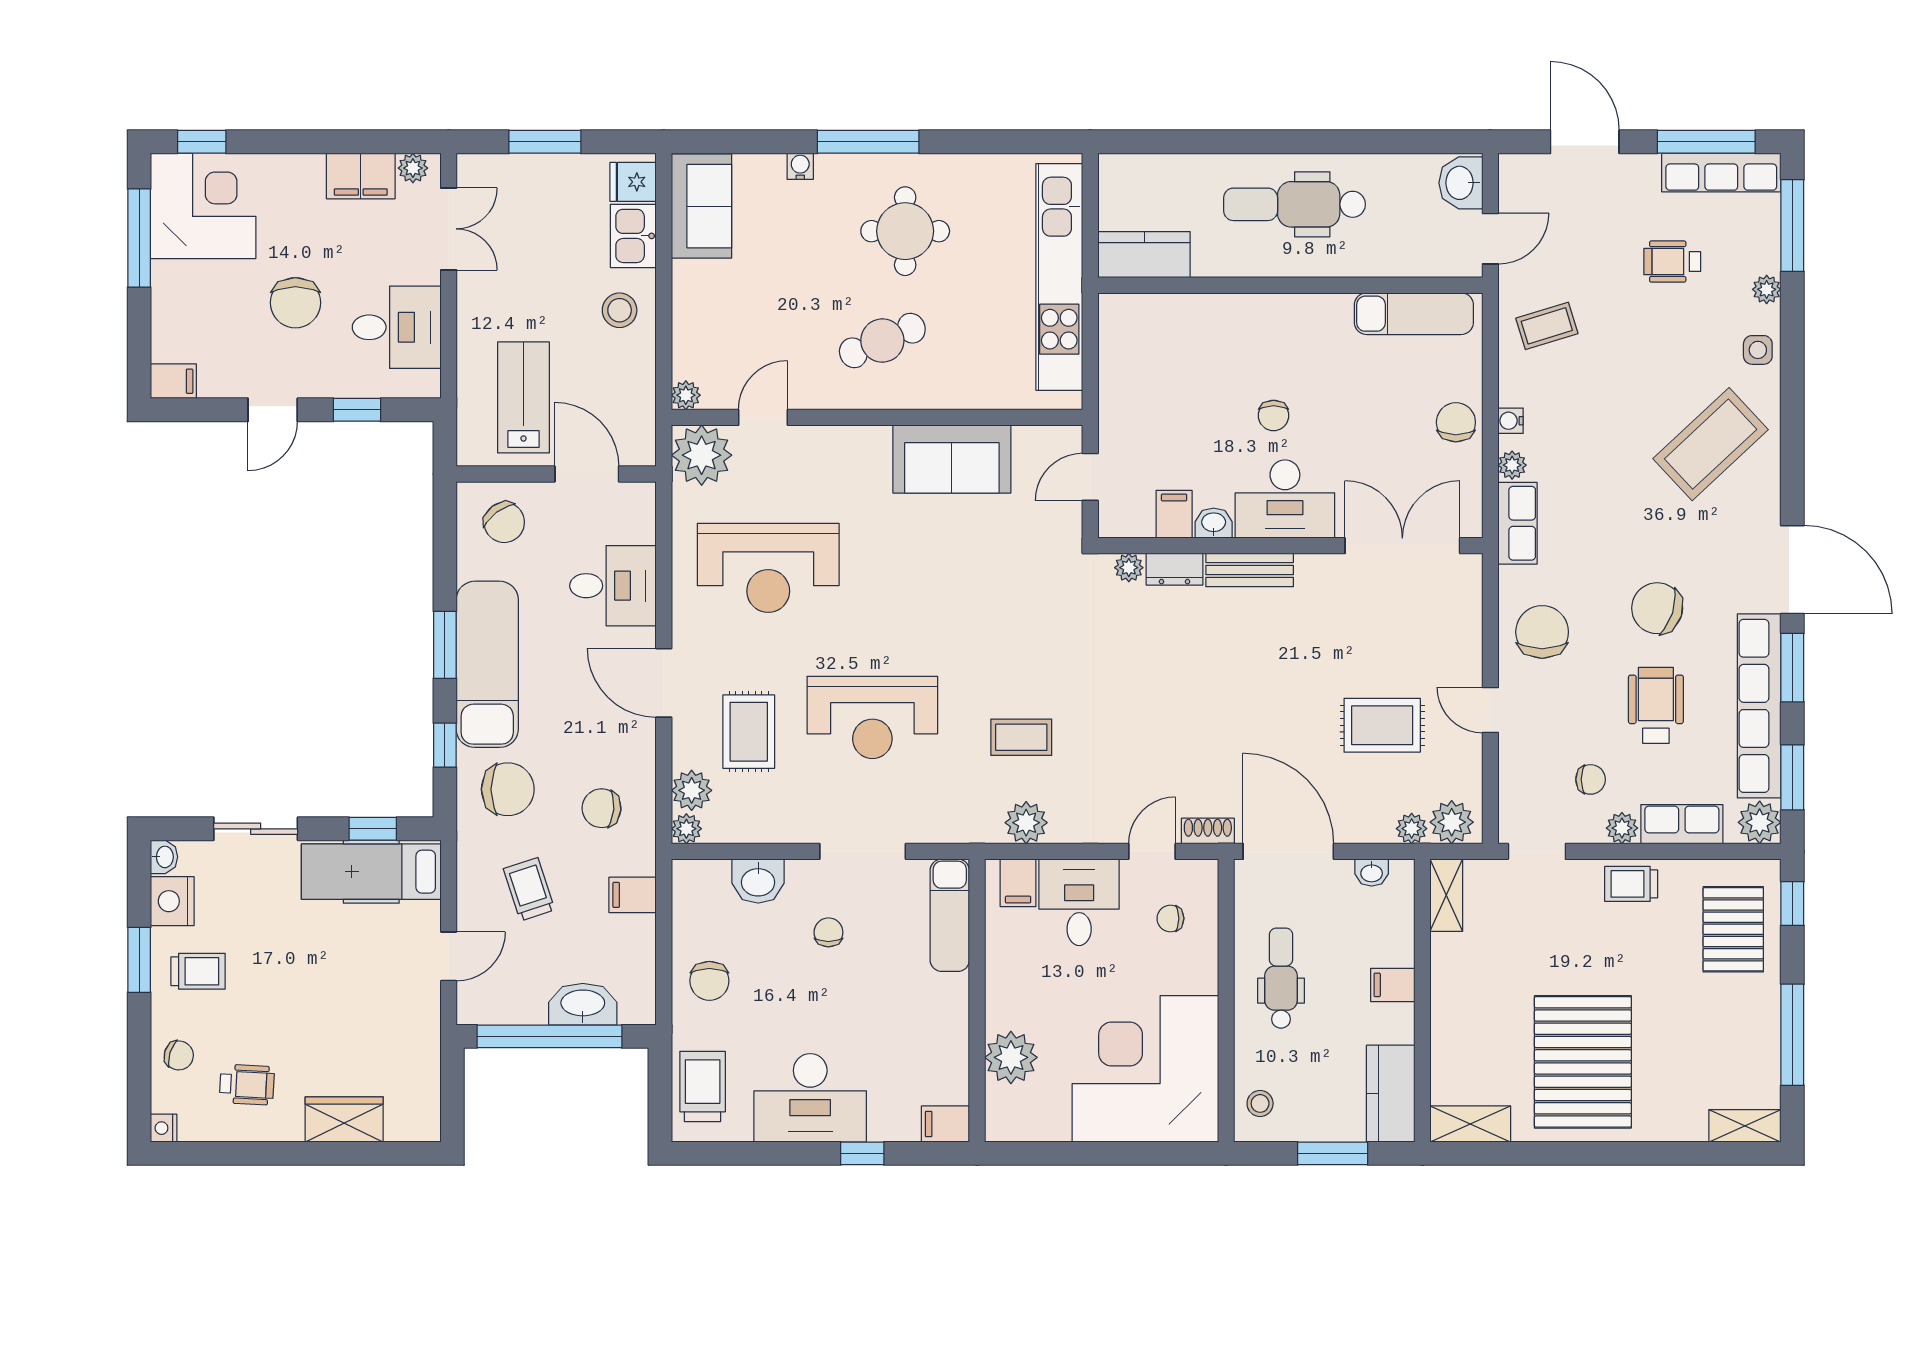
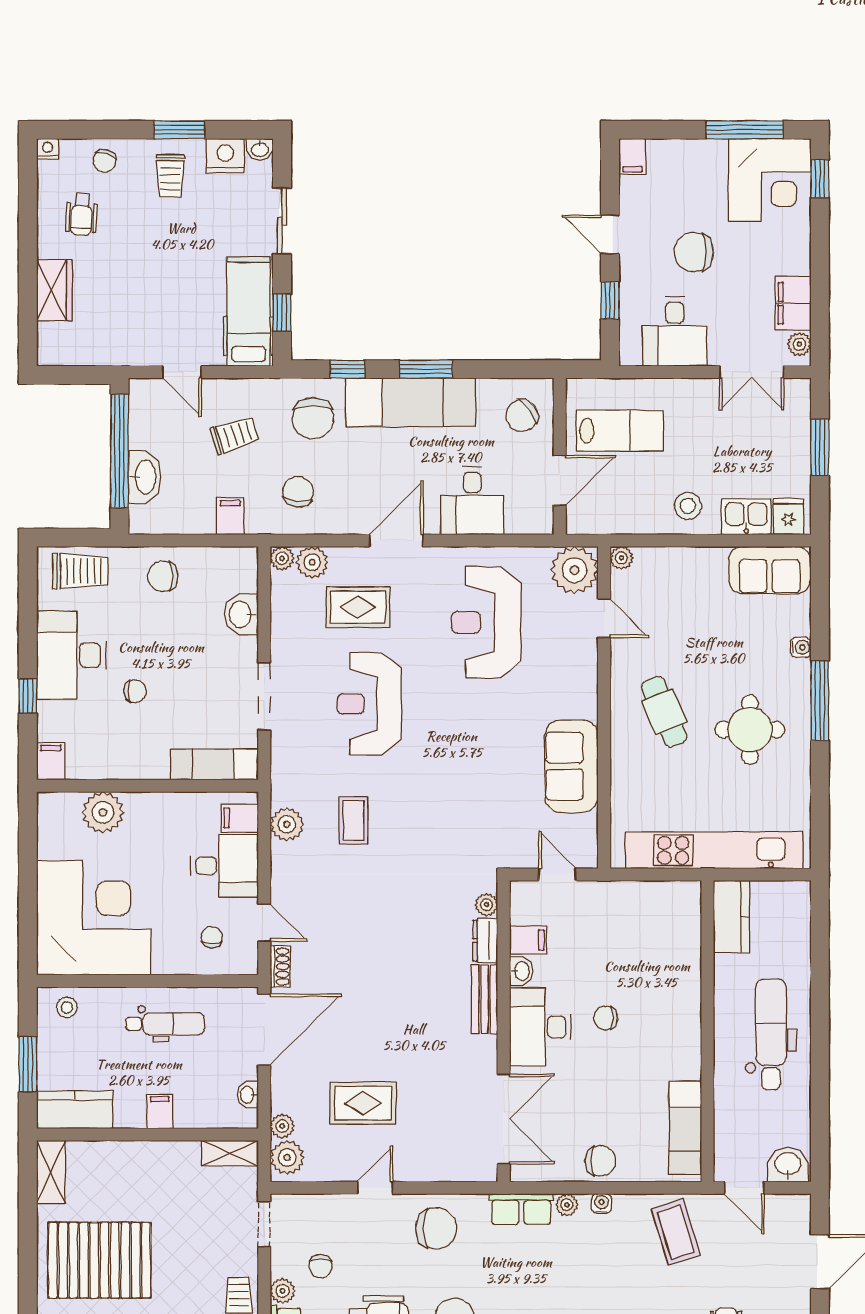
coffee table: (1547, 326) -> (676, 1232), width x1.36, depth x1.30
rug: (1382, 725) -> (363, 1103), turned 90
chair: (828, 932) -> (135, 691), moved

